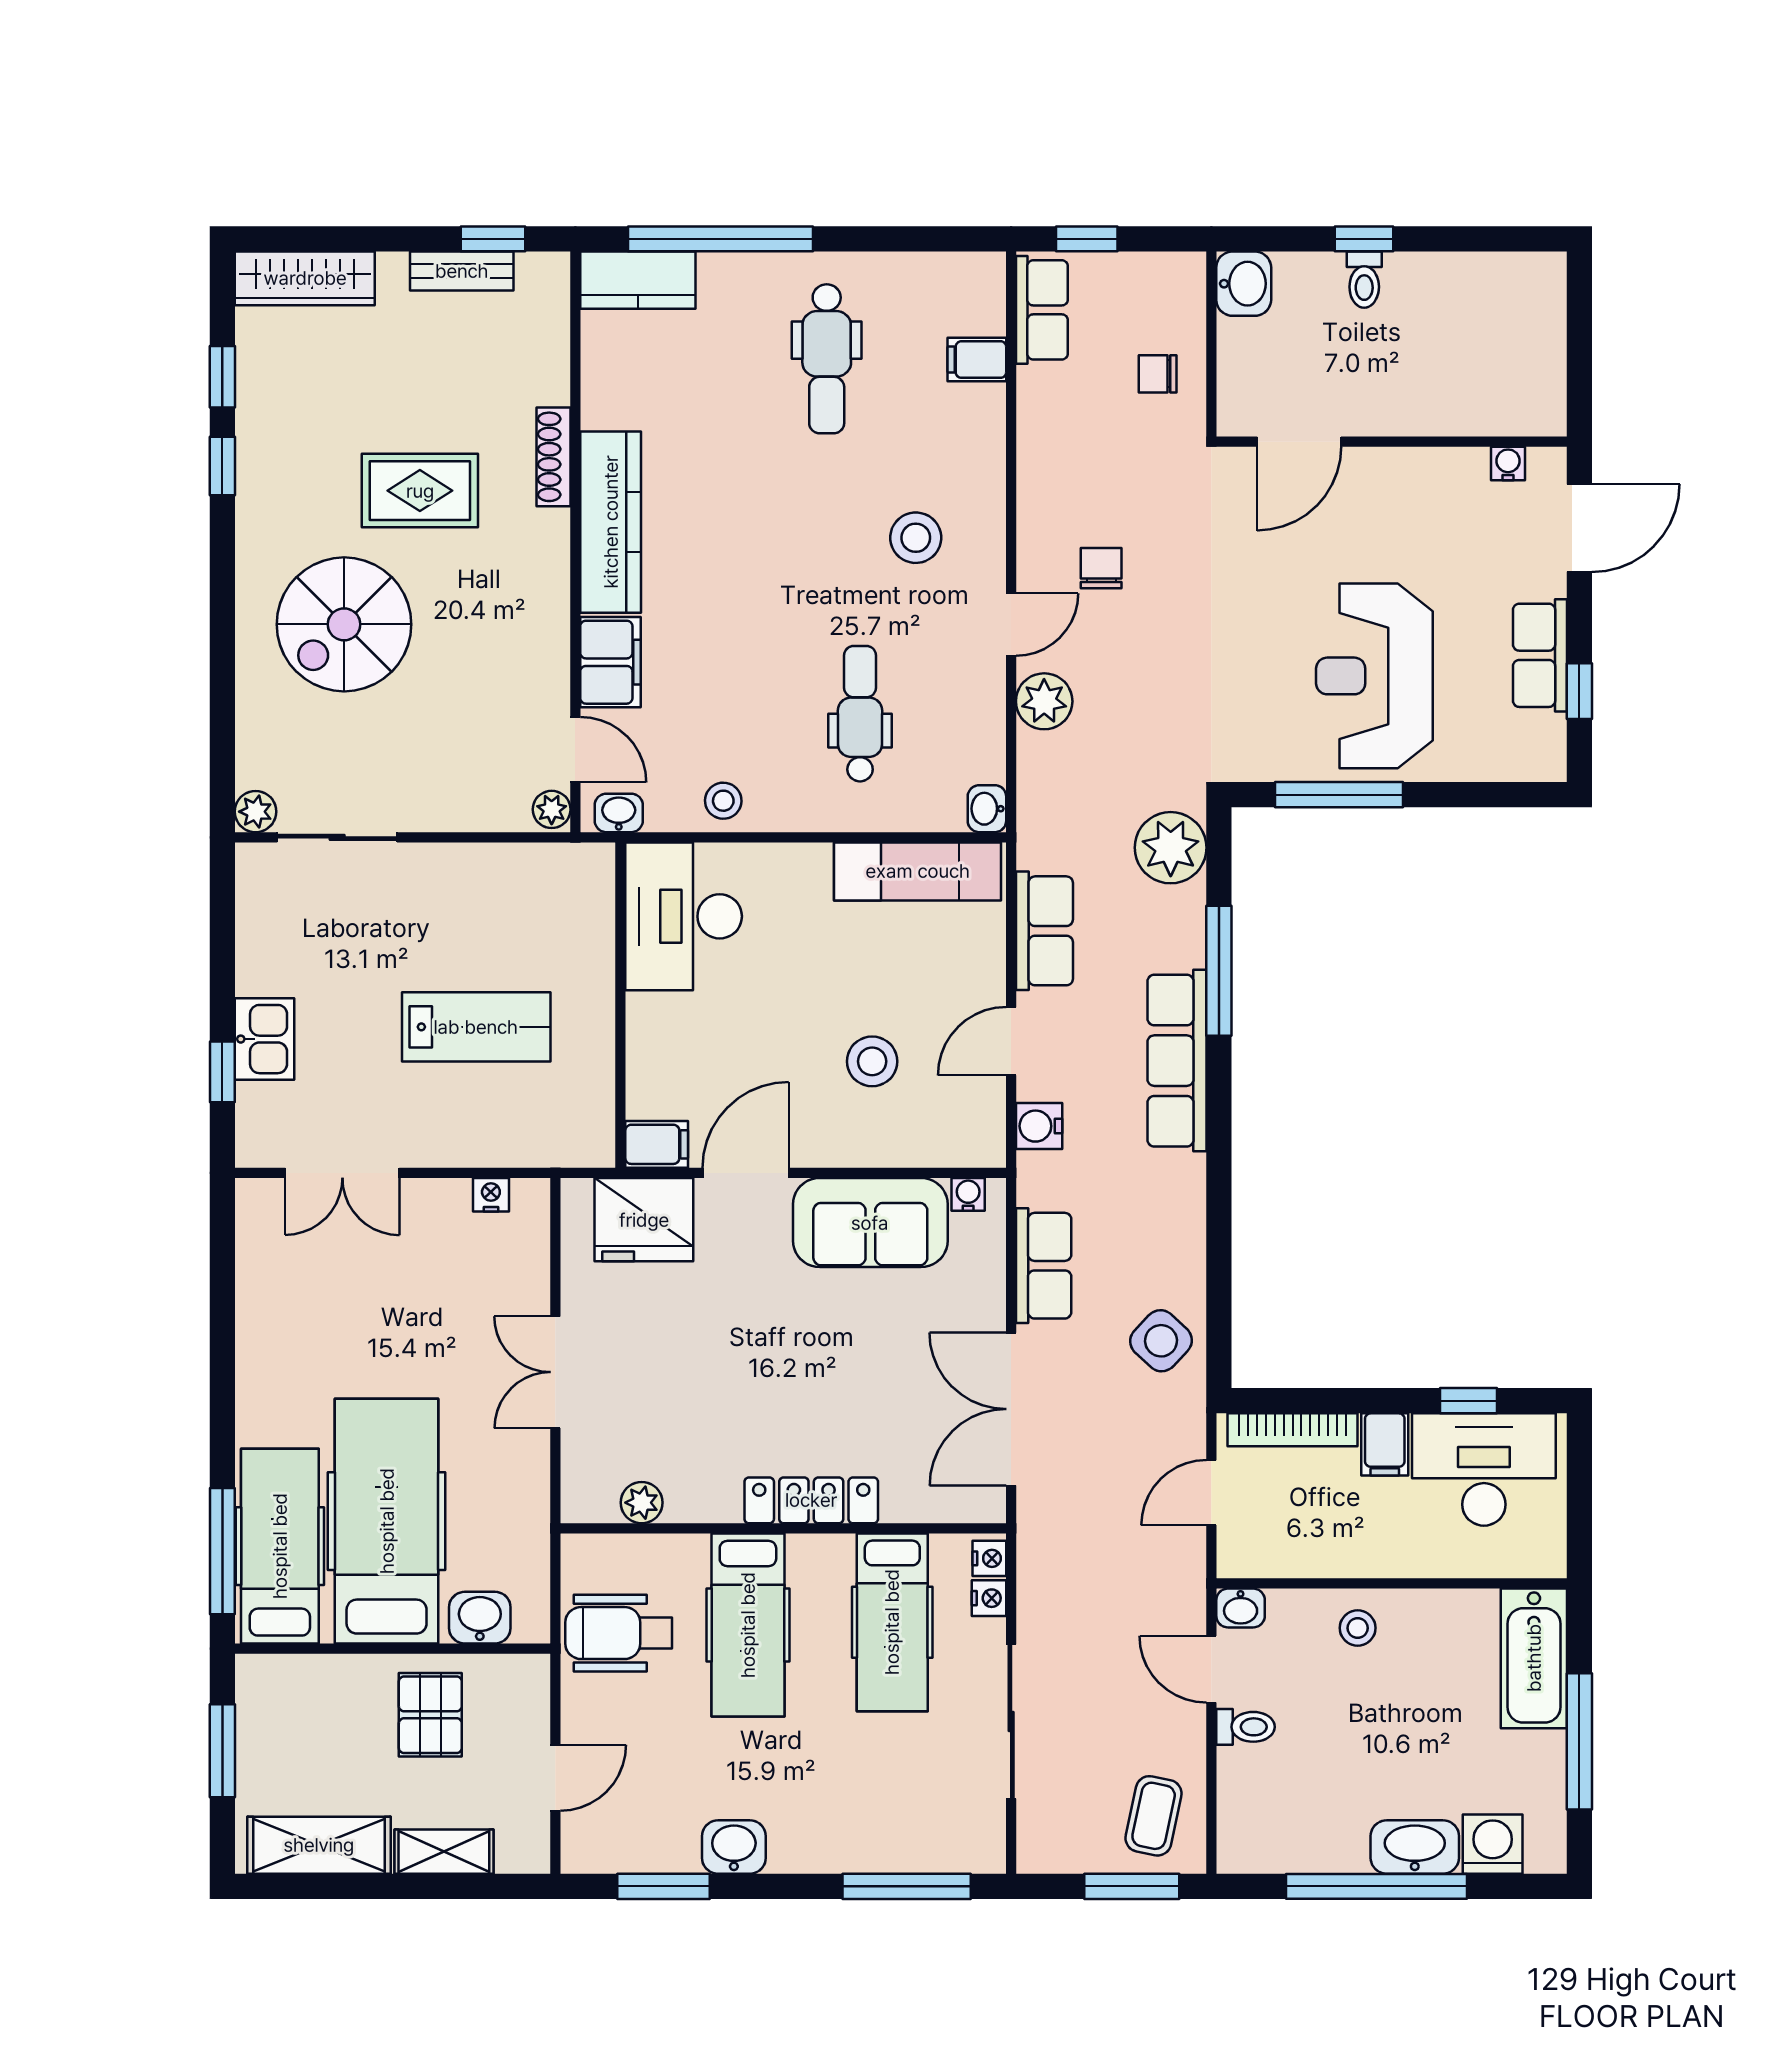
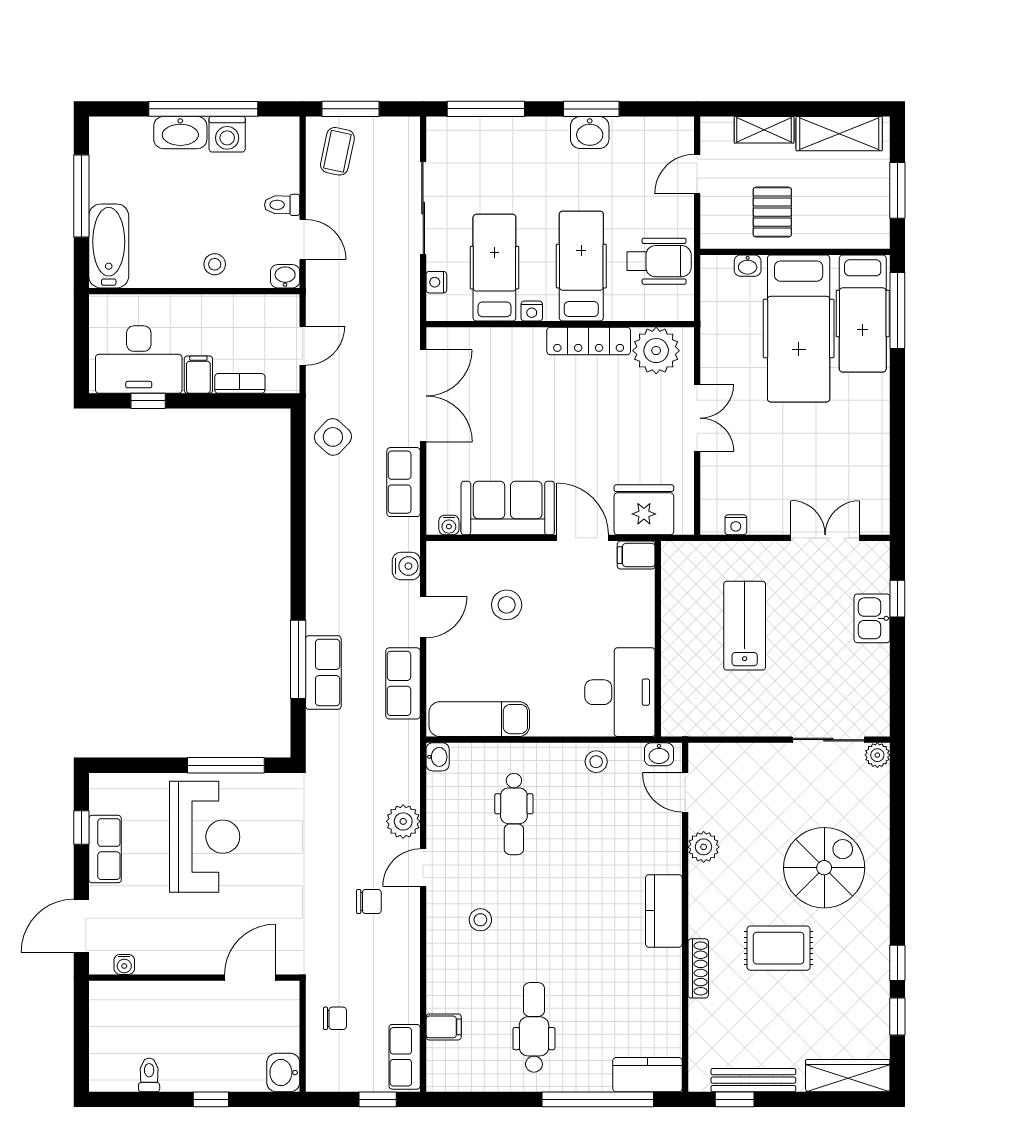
bench: (462, 271) -> (753, 1080), width x1.36
toilet: (1364, 280) -> (149, 1075), moved
kitchen counter: (611, 522) -> (664, 911), width x0.67
stool: (916, 538) -> (480, 920), width x0.73, depth x0.73
chair: (1101, 568) -> (369, 901), turned -90
filing cabinet: (611, 662) -> (664, 845), removed
plant: (552, 809) -> (704, 847), moved, width x1.38, depth x1.38
plant: (1171, 848) -> (327, 733), removed
lab bench: (476, 1027) -> (745, 626), turned 90
row of seats: (1177, 1061) -> (323, 673), moved, width x0.68
door: (746, 1173) -> (583, 538), swing flipped
bookcase: (1293, 1430) -> (240, 383), width x0.64
locker: (811, 1500) -> (589, 341), moved
plant: (642, 1503) -> (656, 351), width x1.87, depth x1.87
nightstand: (989, 1558) -> (532, 311), moved, turned -90
washbasin: (480, 1618) -> (748, 266), width x0.72, depth x0.69
washing machine: (1493, 1844) -> (227, 134), moved
window: (663, 1886) -> (591, 109), moved

